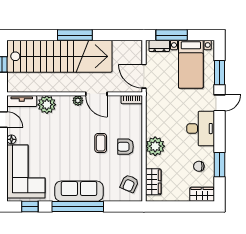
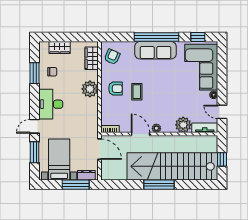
wardrobe: (202, 194) -> (60, 48), moved

